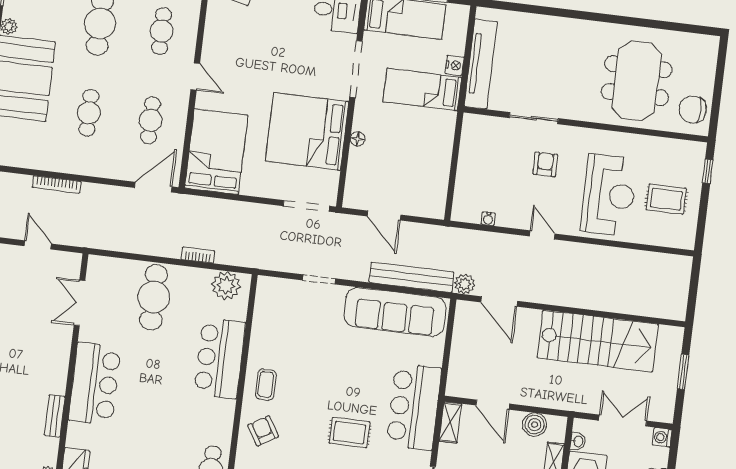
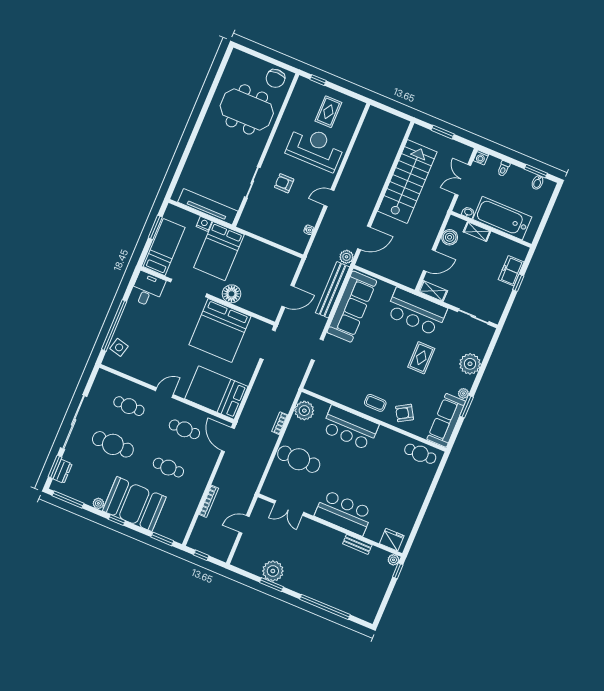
bed: (422, 89) -> (219, 251), width x1.50
floor lamp: (358, 139) -> (231, 294), width x1.89, depth x1.89

